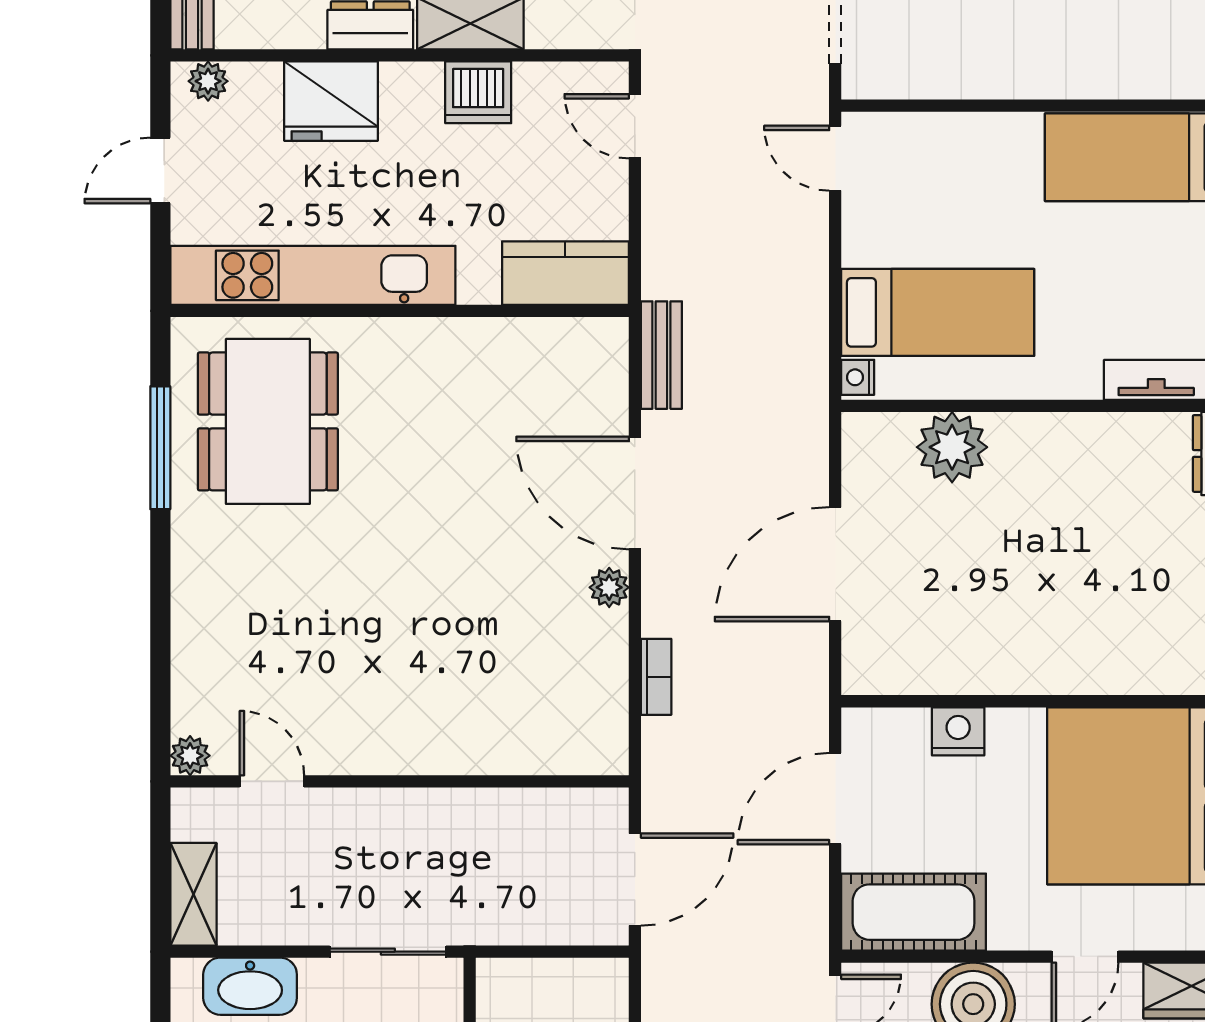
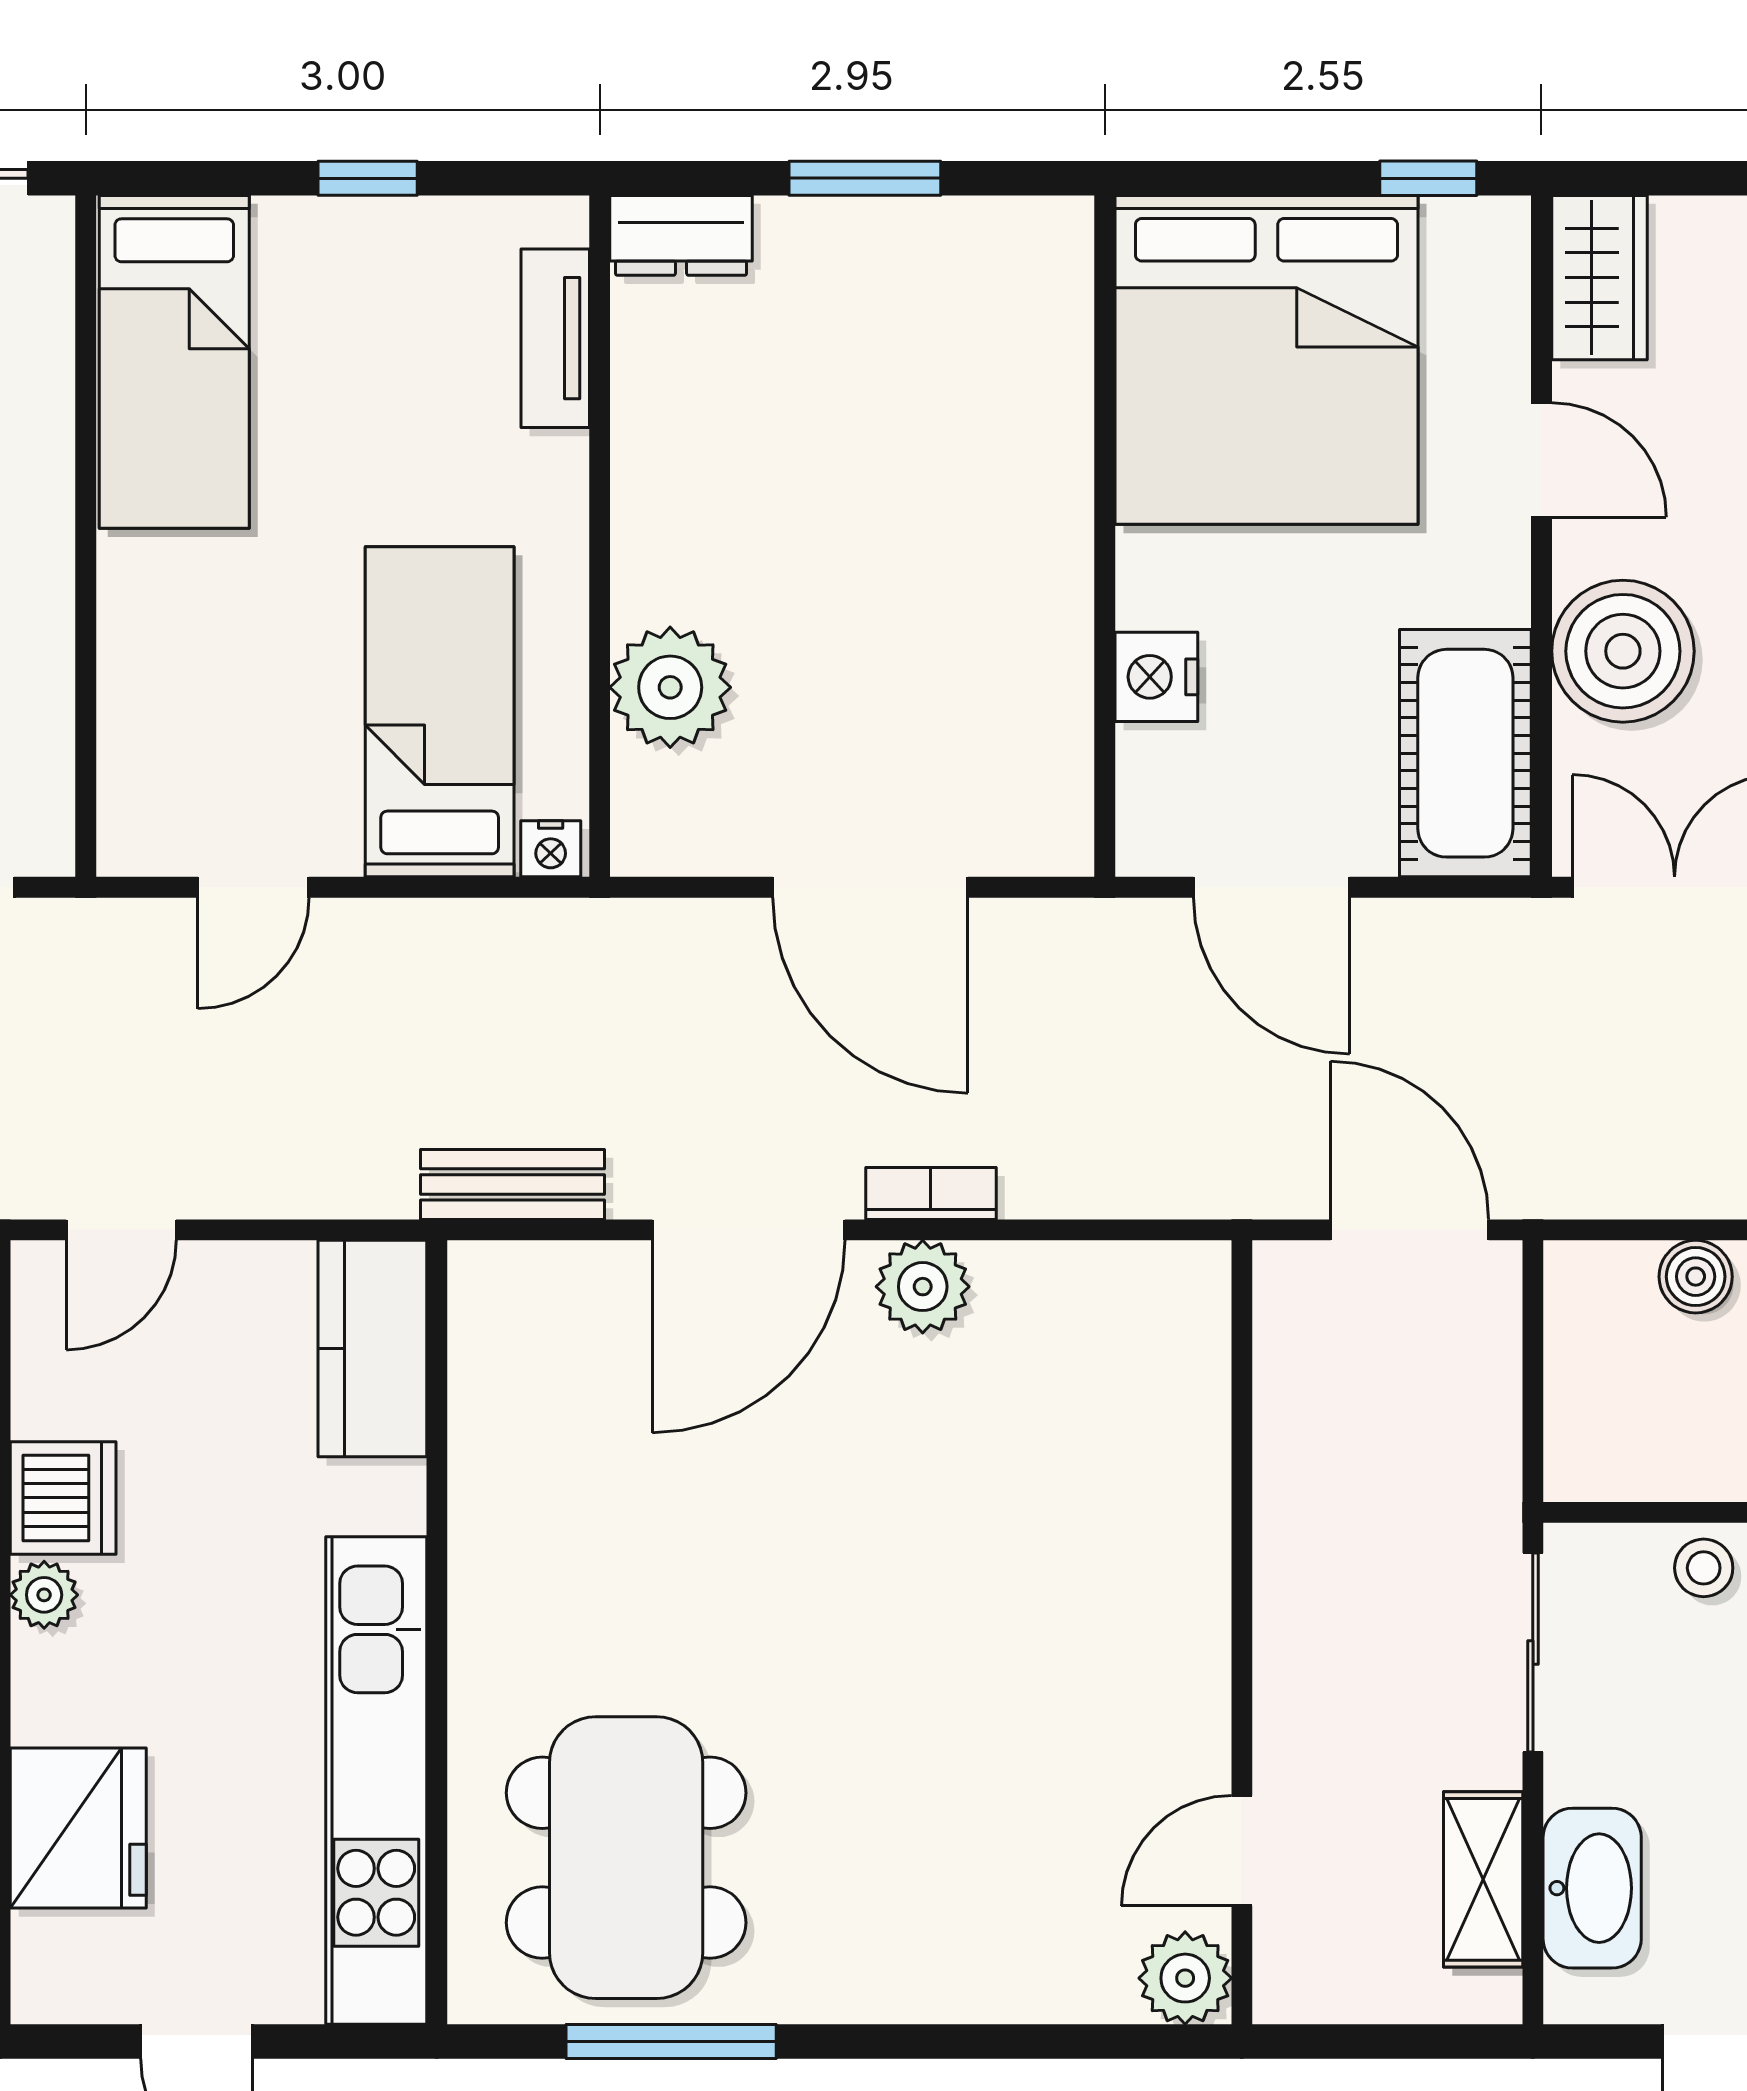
plant: (208, 81) -> (44, 1595), moved
fridge: (331, 101) -> (78, 1828), moved
door: (835, 158) -> (253, 887), moved
dining table: (268, 421) -> (626, 1858), turned 90
plant: (609, 587) -> (923, 1287), width x1.38, depth x1.38
bookcase: (656, 677) -> (931, 1193), moved
plant: (190, 756) -> (1185, 1978), width x1.38, depth x1.38
shelving: (193, 894) -> (1483, 1879), moved, turned 90

